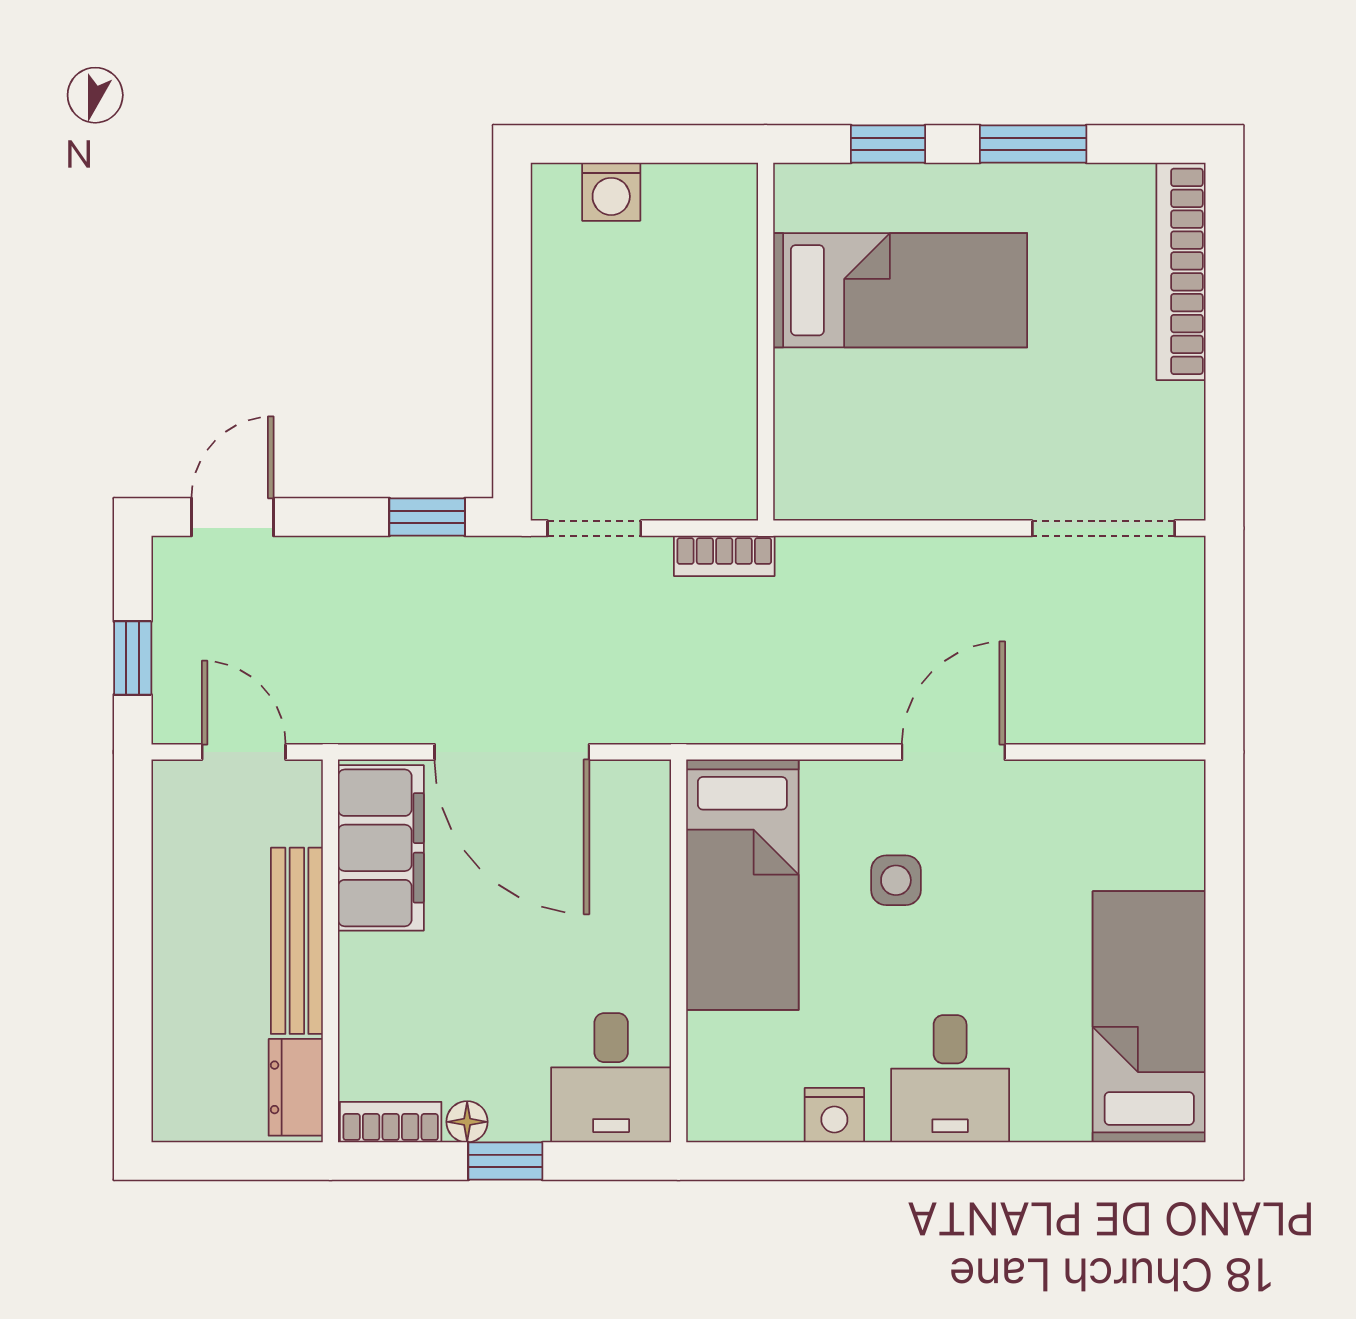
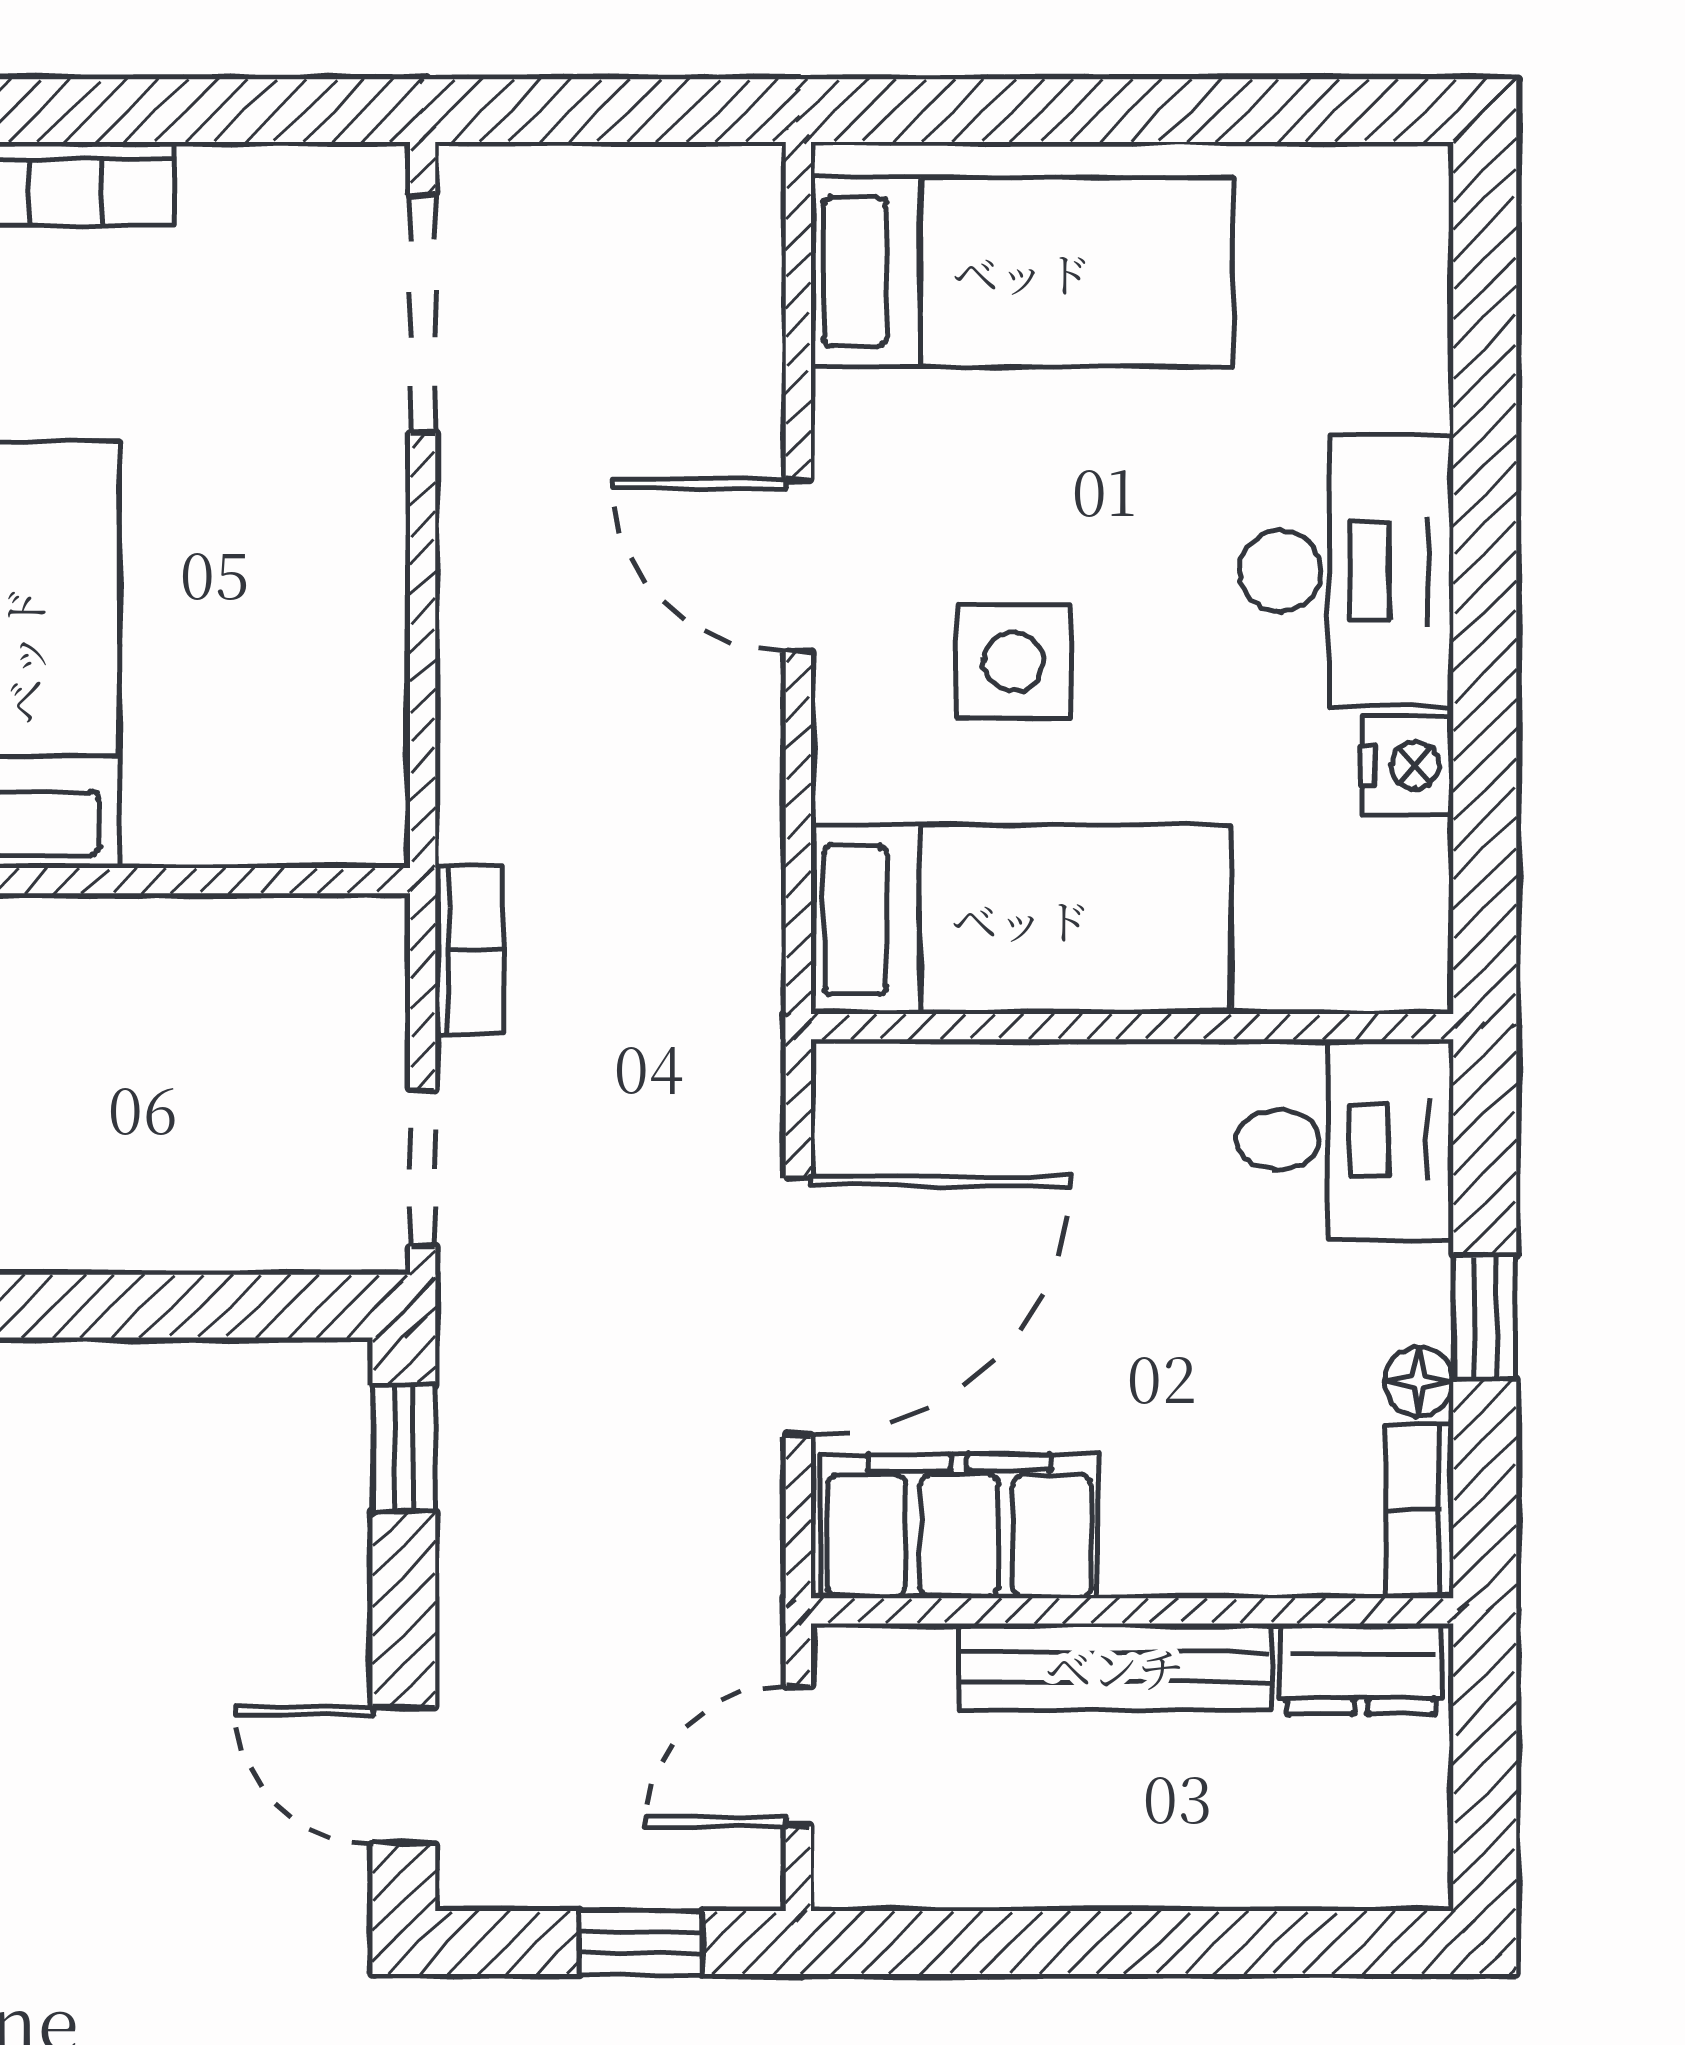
side table: (896, 880) -> (1013, 662), width x1.37, depth x1.37
bed: (1149, 1017) -> (1022, 272), moved, turned 180
desk: (950, 1079) -> (1347, 571), width x1.37

